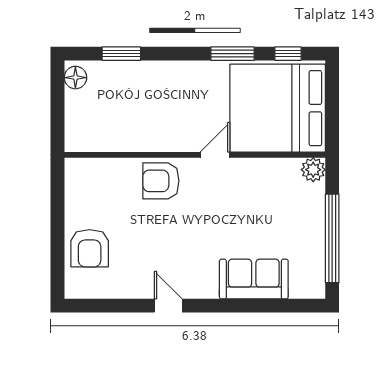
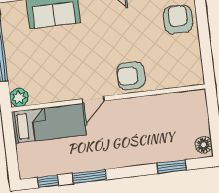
bed: (278, 108) -> (49, 123), width x0.49
armchair: (161, 181) -> (131, 76), turned 180

